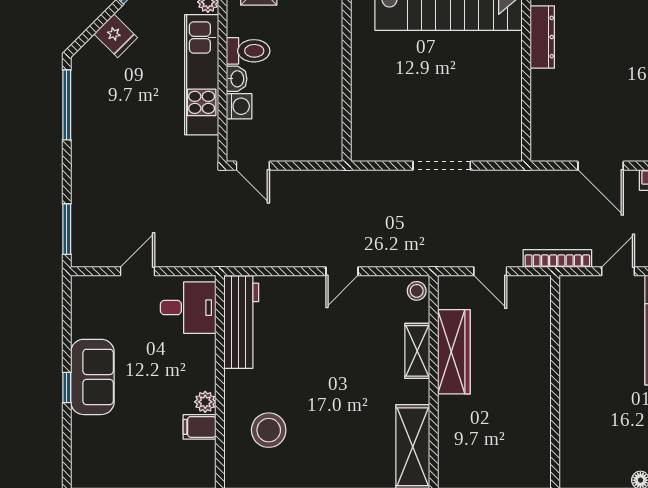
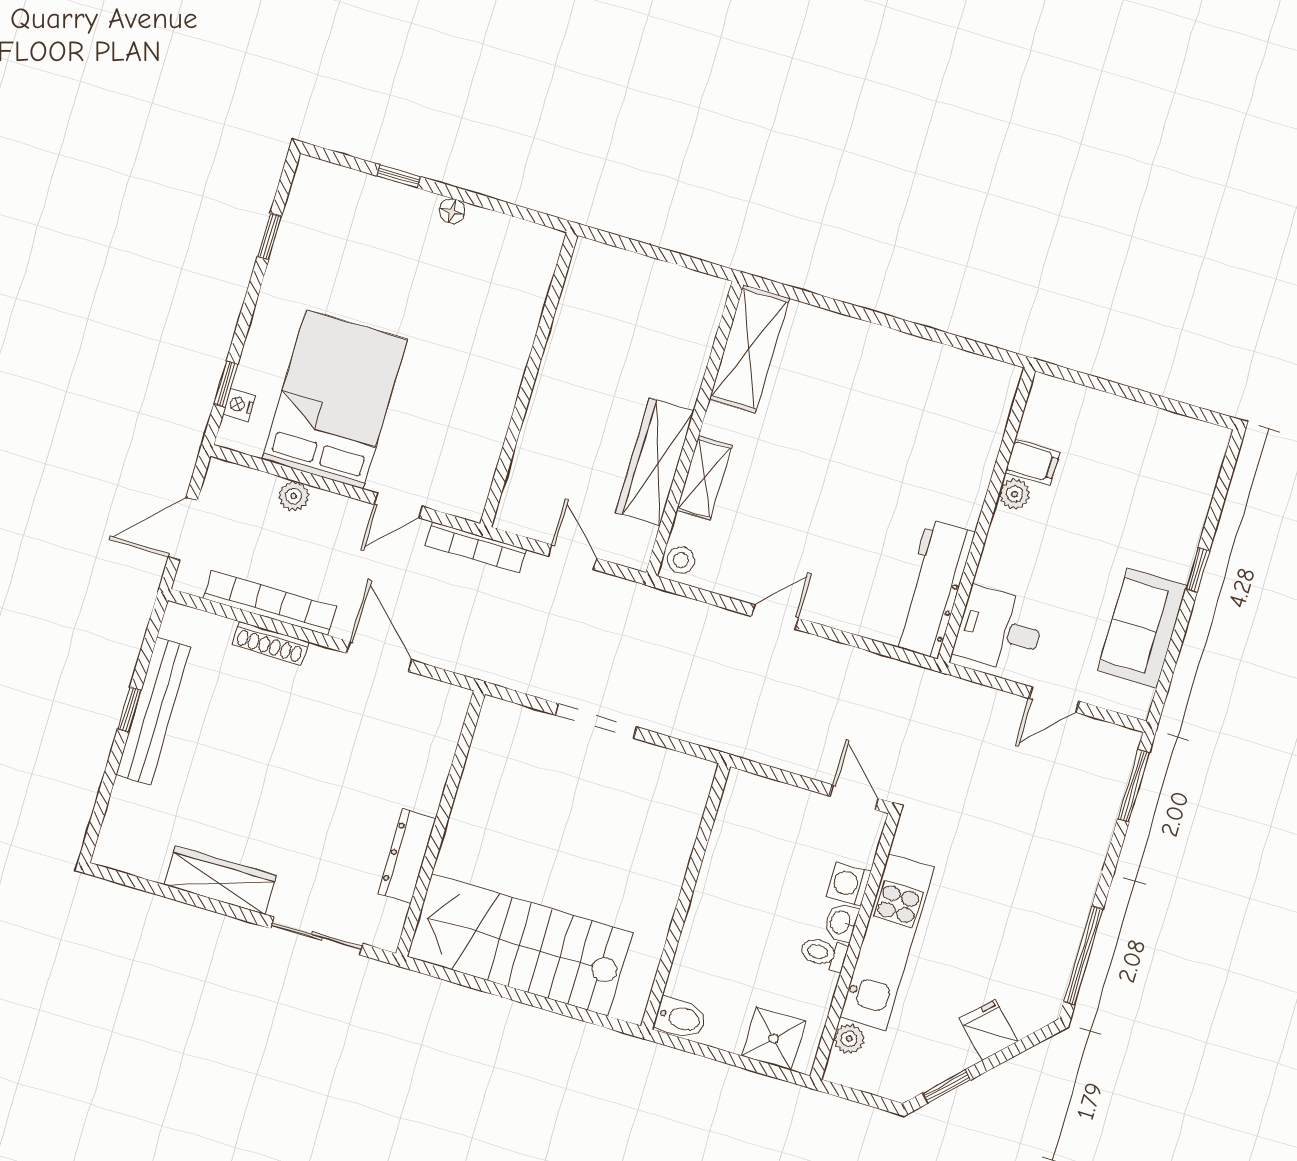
toilet: (248, 51) -> (824, 953), width x0.73, depth x0.72
sofa: (92, 377) -> (1142, 628), moved
stool: (269, 430) -> (939, 430), removed

